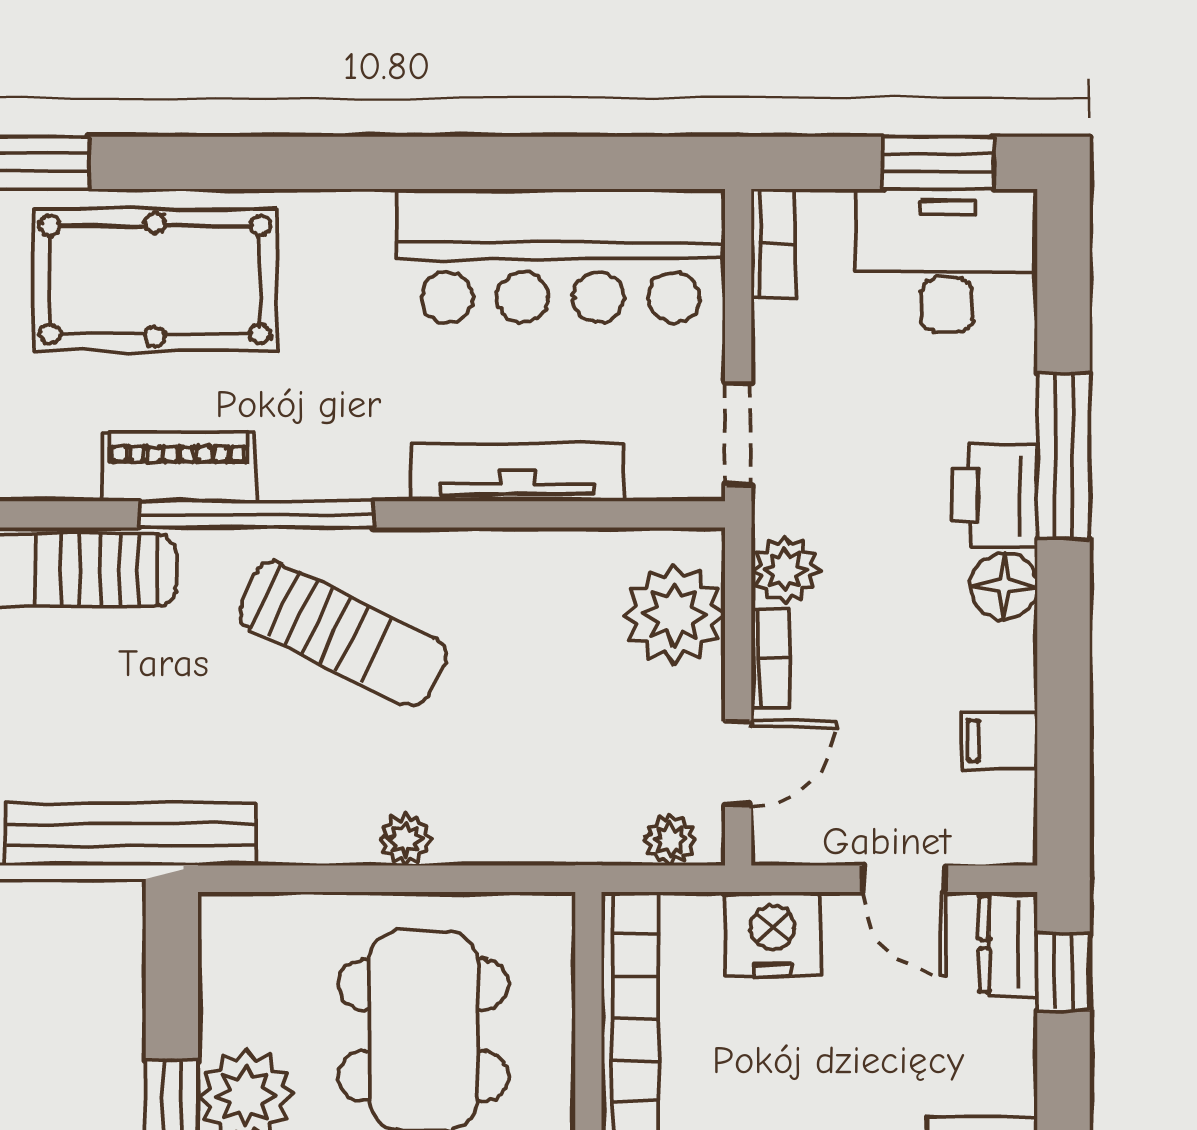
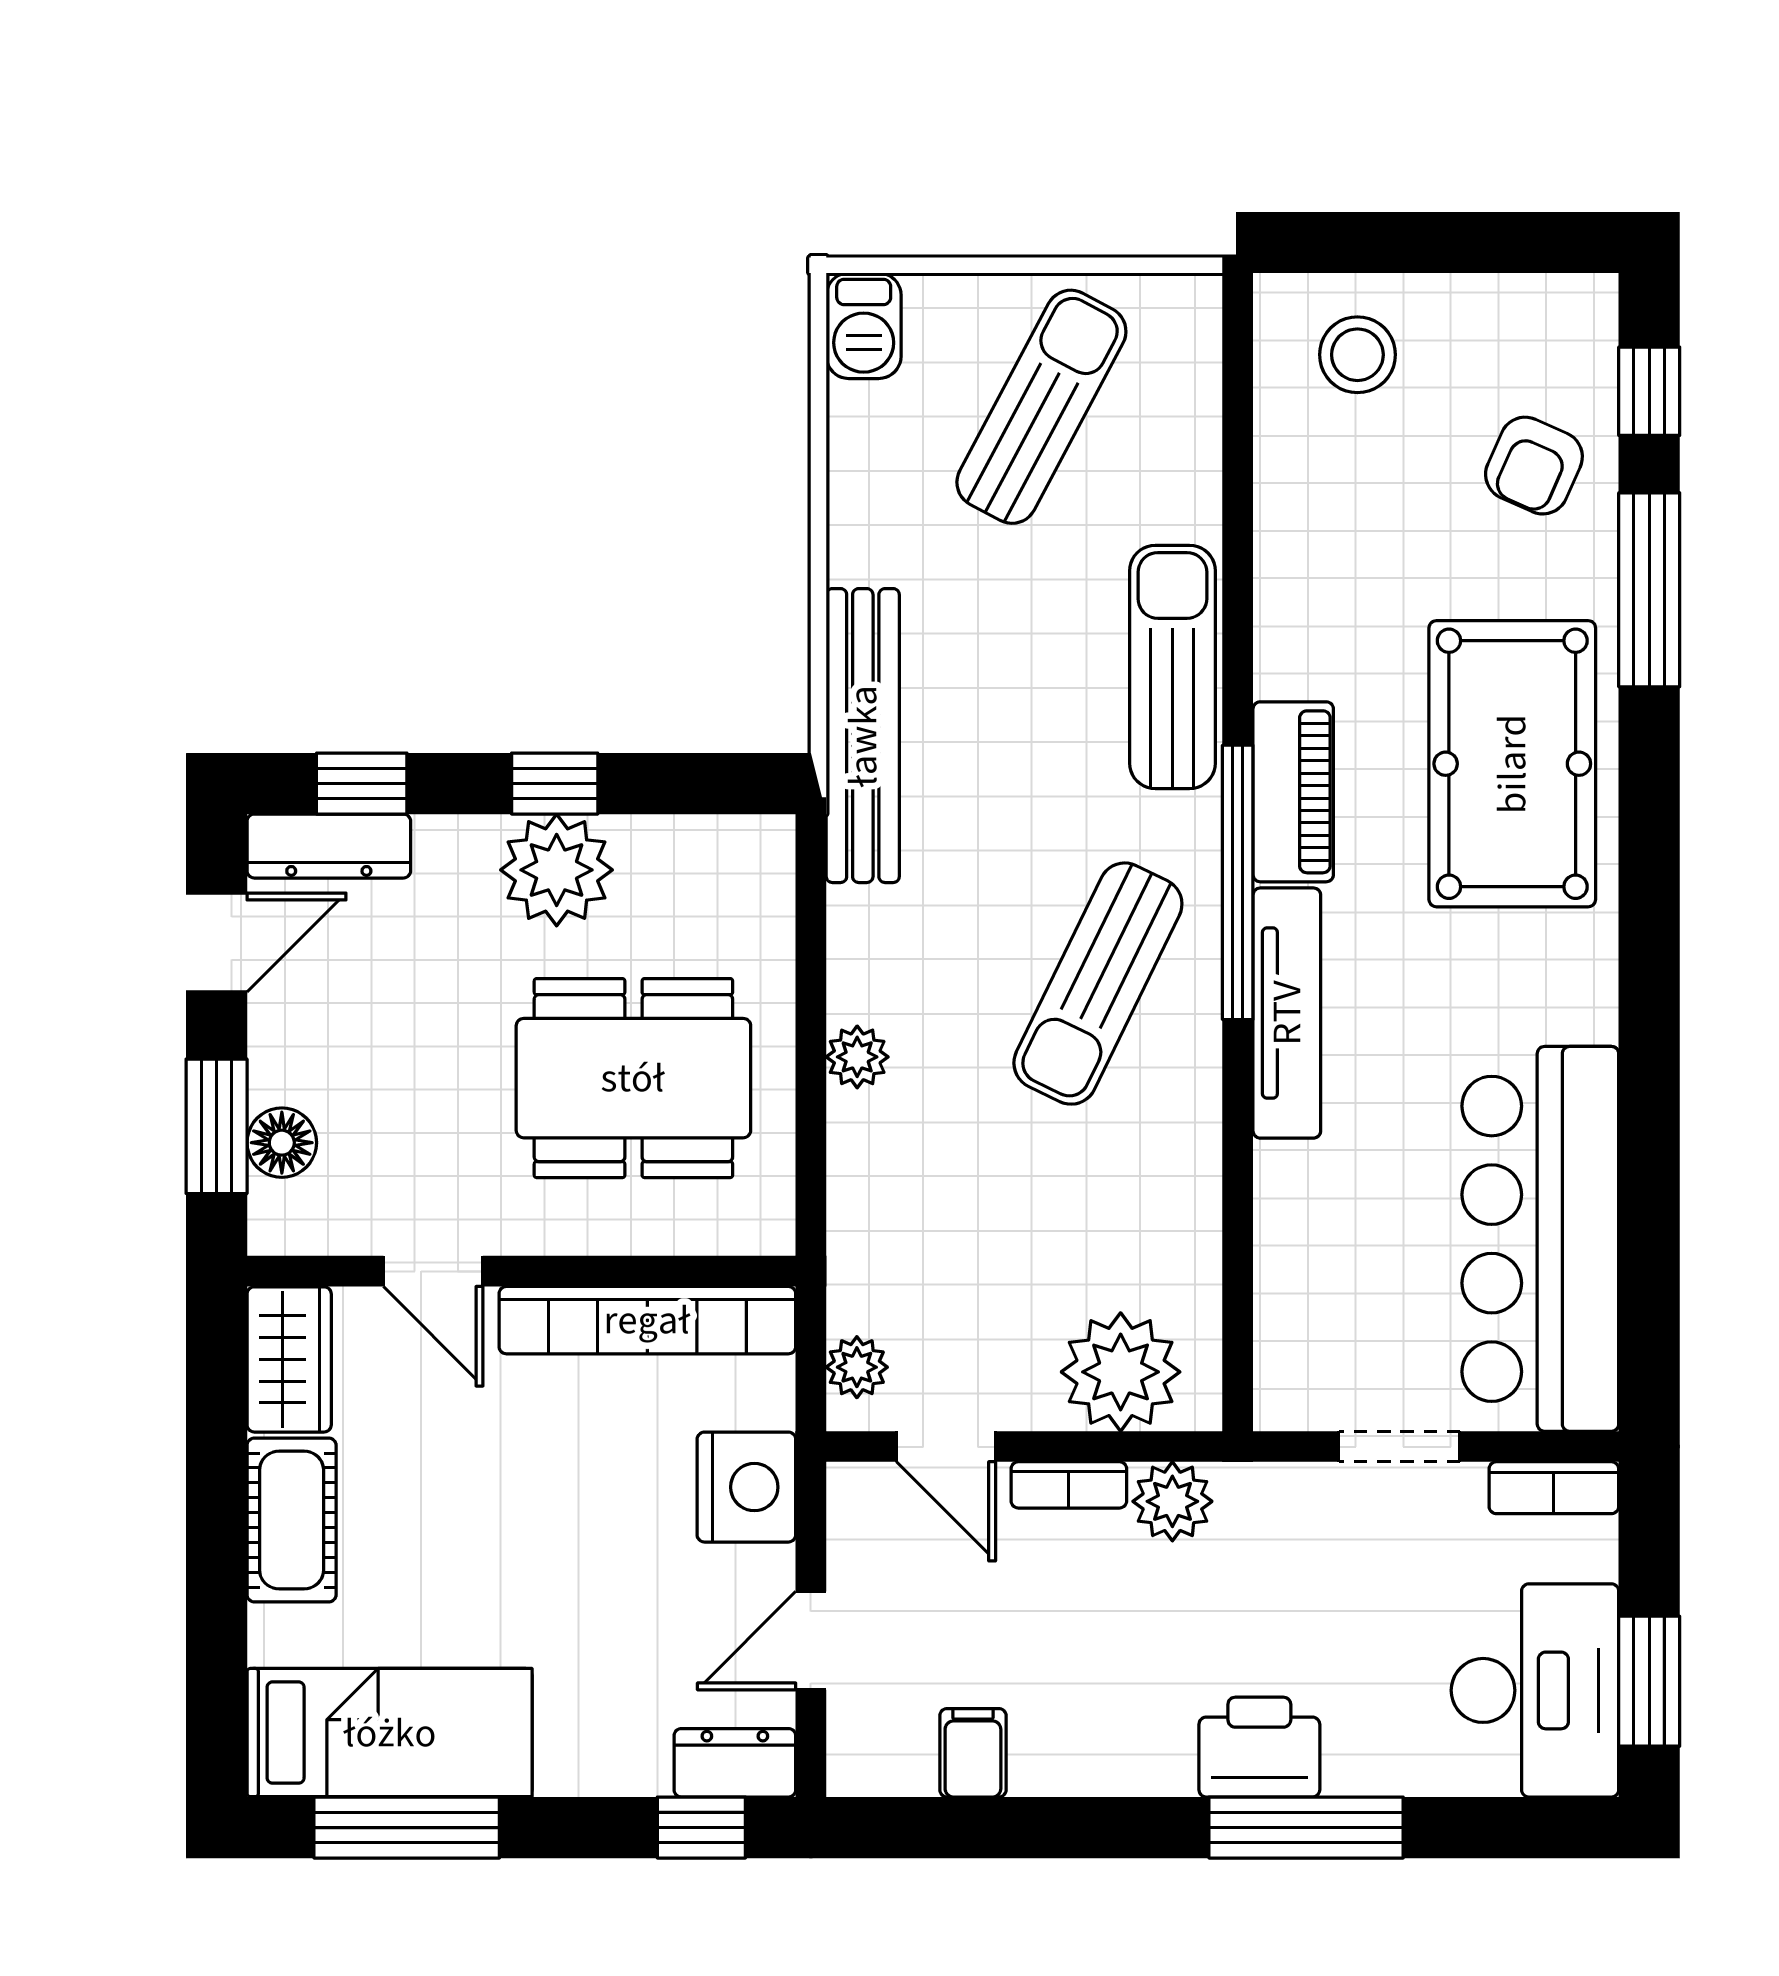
doorway: (738, 434) -> (1399, 1447), moved
tv unit: (517, 472) -> (1287, 1013), moved
floor lamp: (1004, 586) -> (1154, 1758), removed

